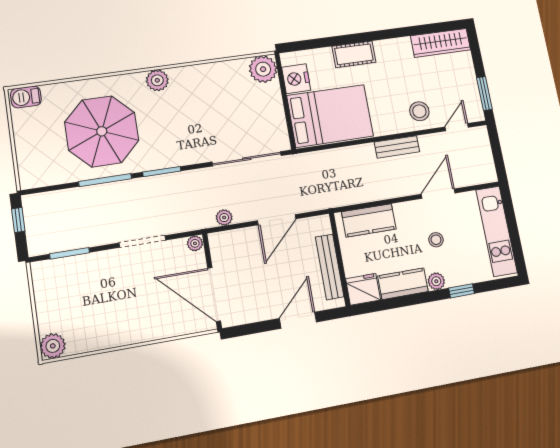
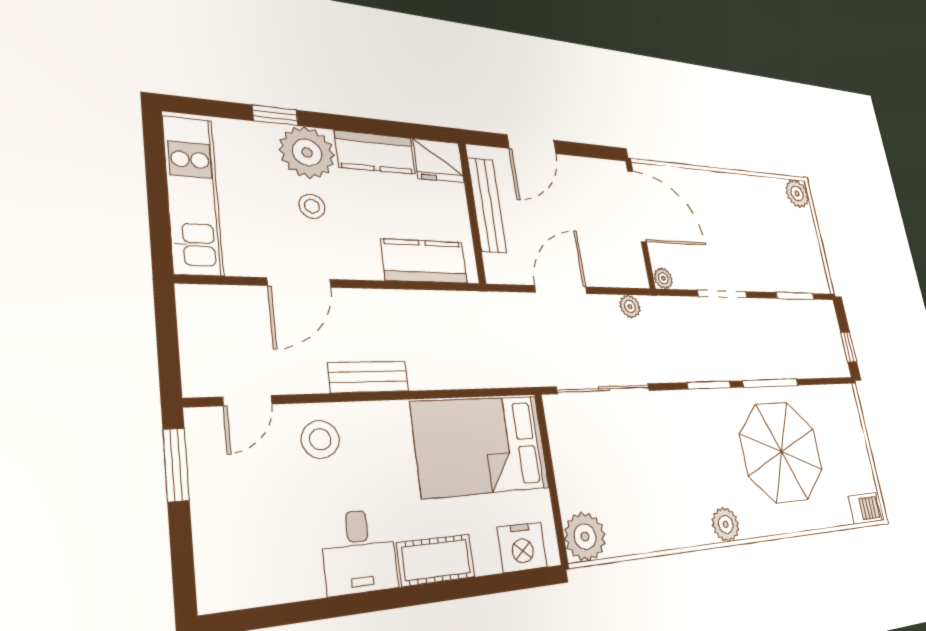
wardrobe: (441, 43) -> (261, 582), removed
desk: (395, 57) -> (359, 551), added
nightstand: (296, 79) -> (522, 547), moved, turned 90
plant: (436, 281) -> (307, 152), width x1.88, depth x1.88

